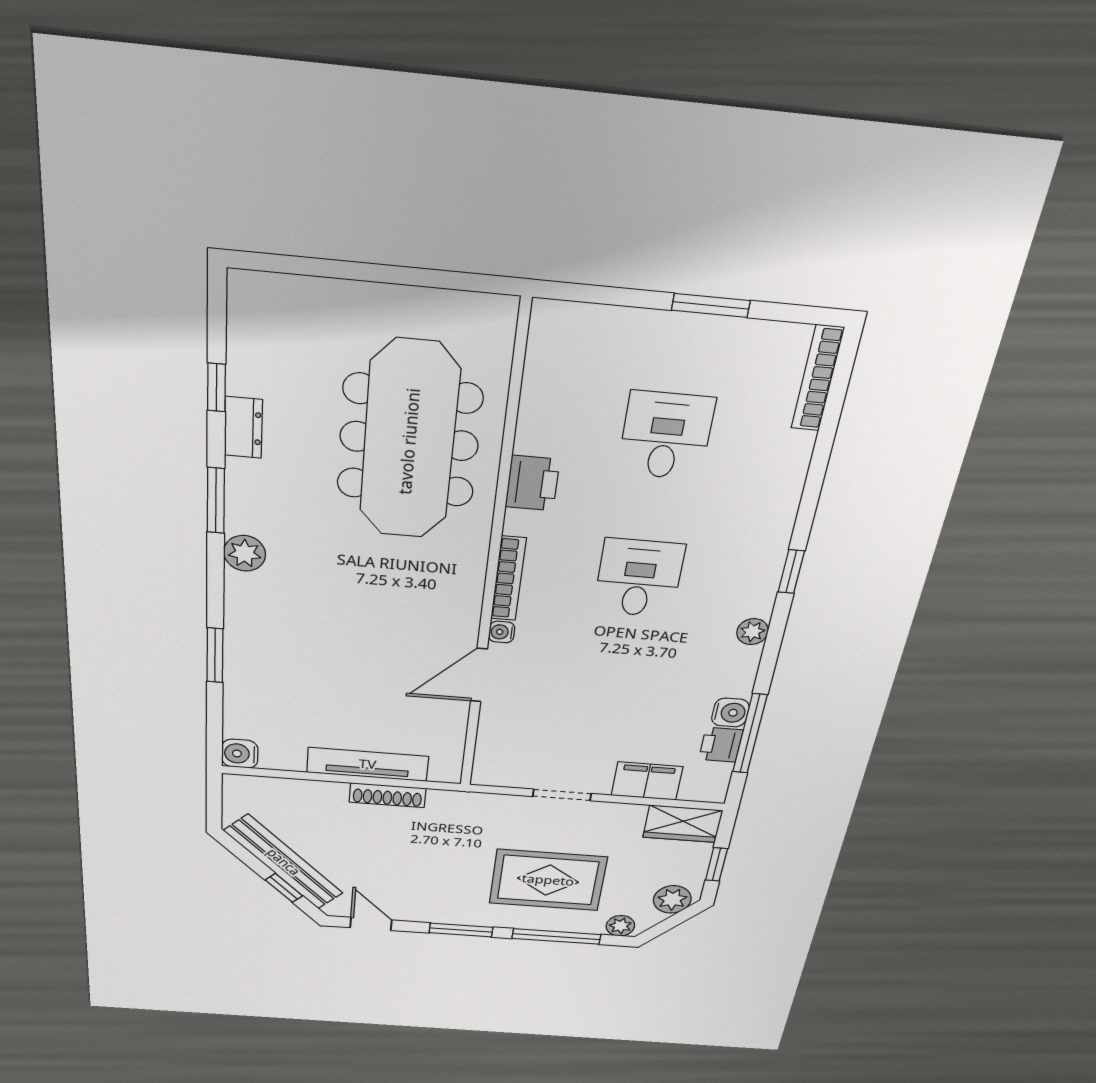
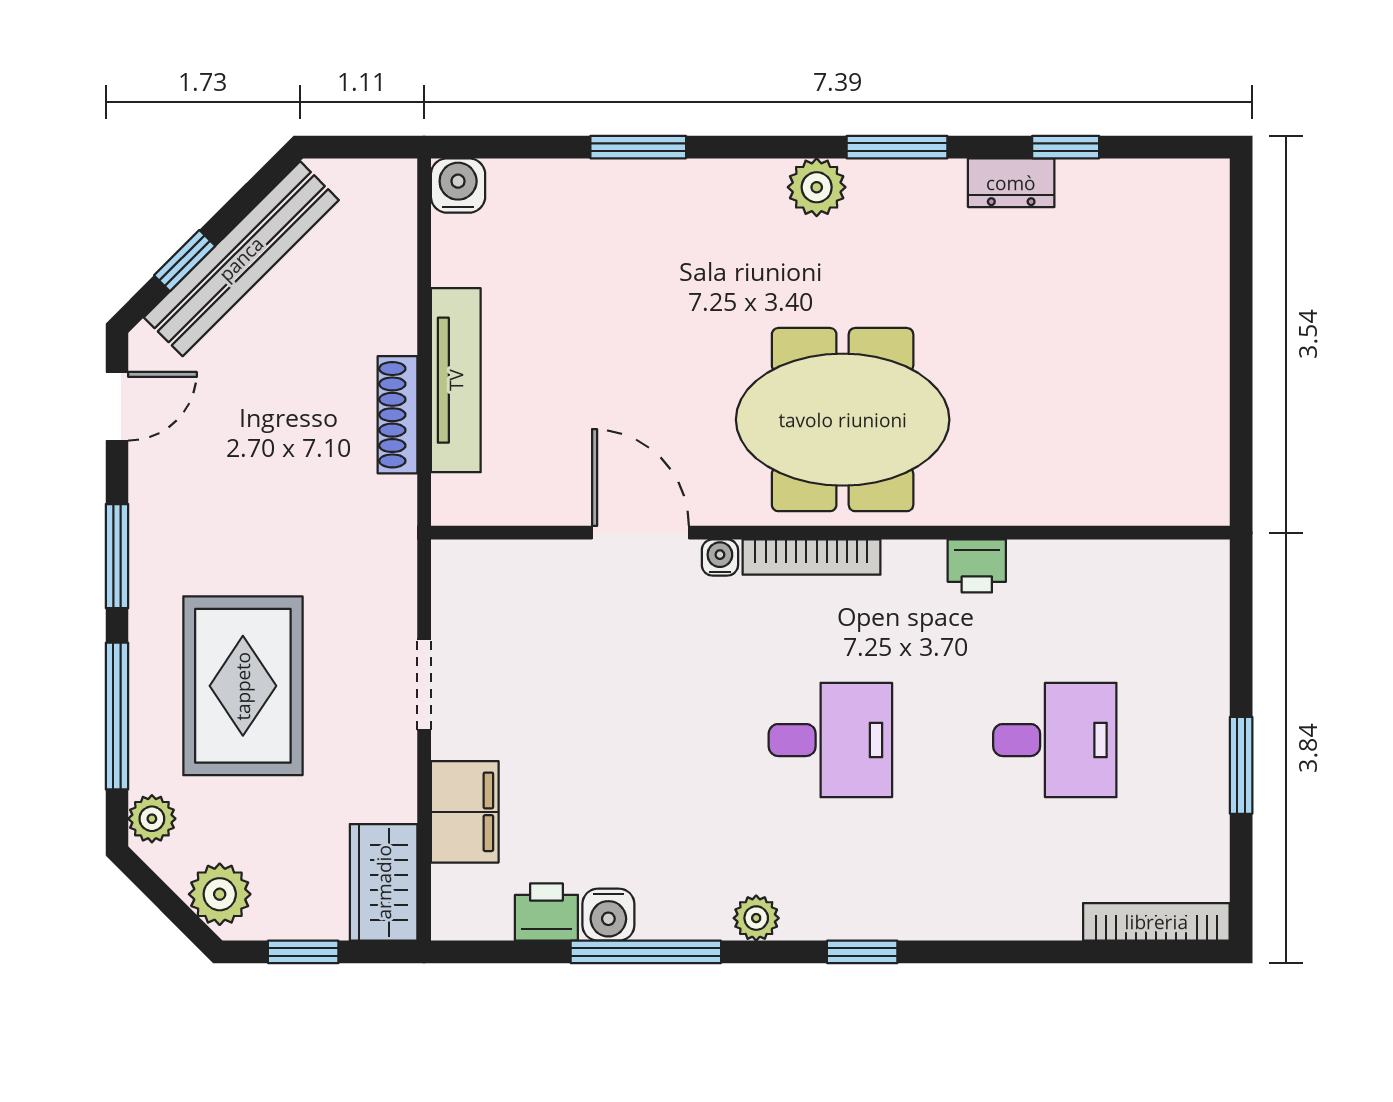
meeting table: (409, 441) -> (843, 420), moved, width x0.73
printer: (532, 483) -> (977, 566), width x0.73, depth x0.81
window: (750, 734) -> (646, 952), moved

